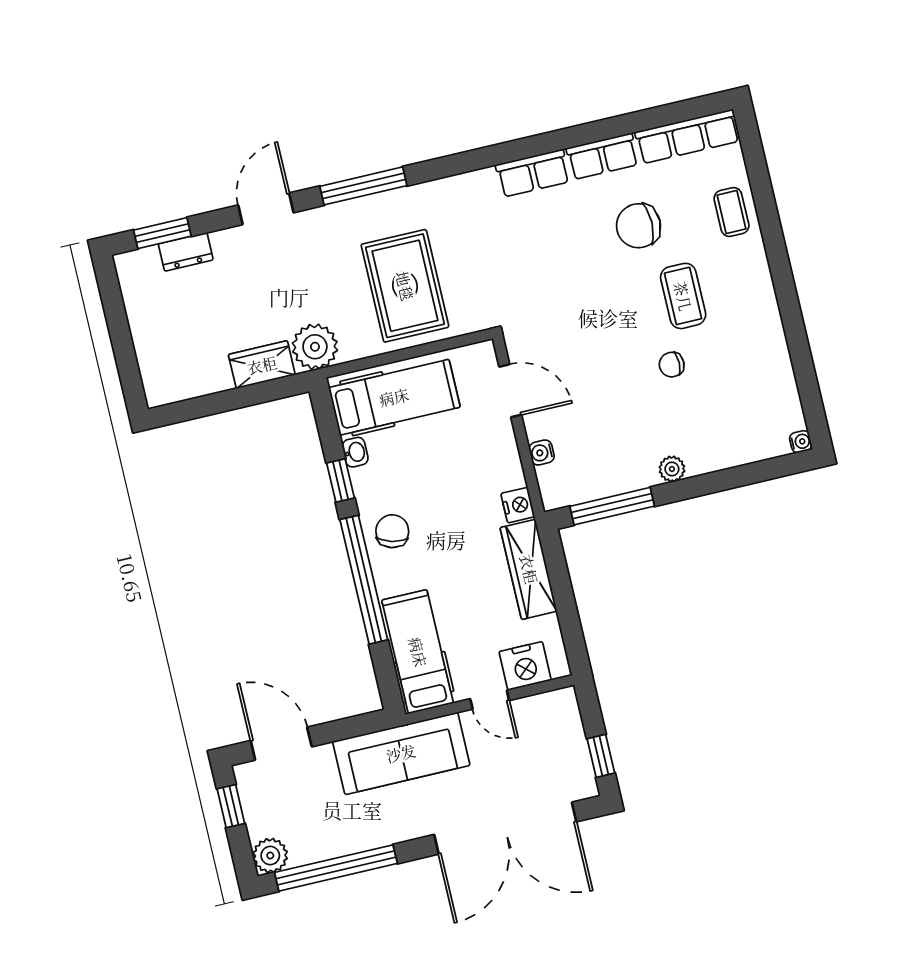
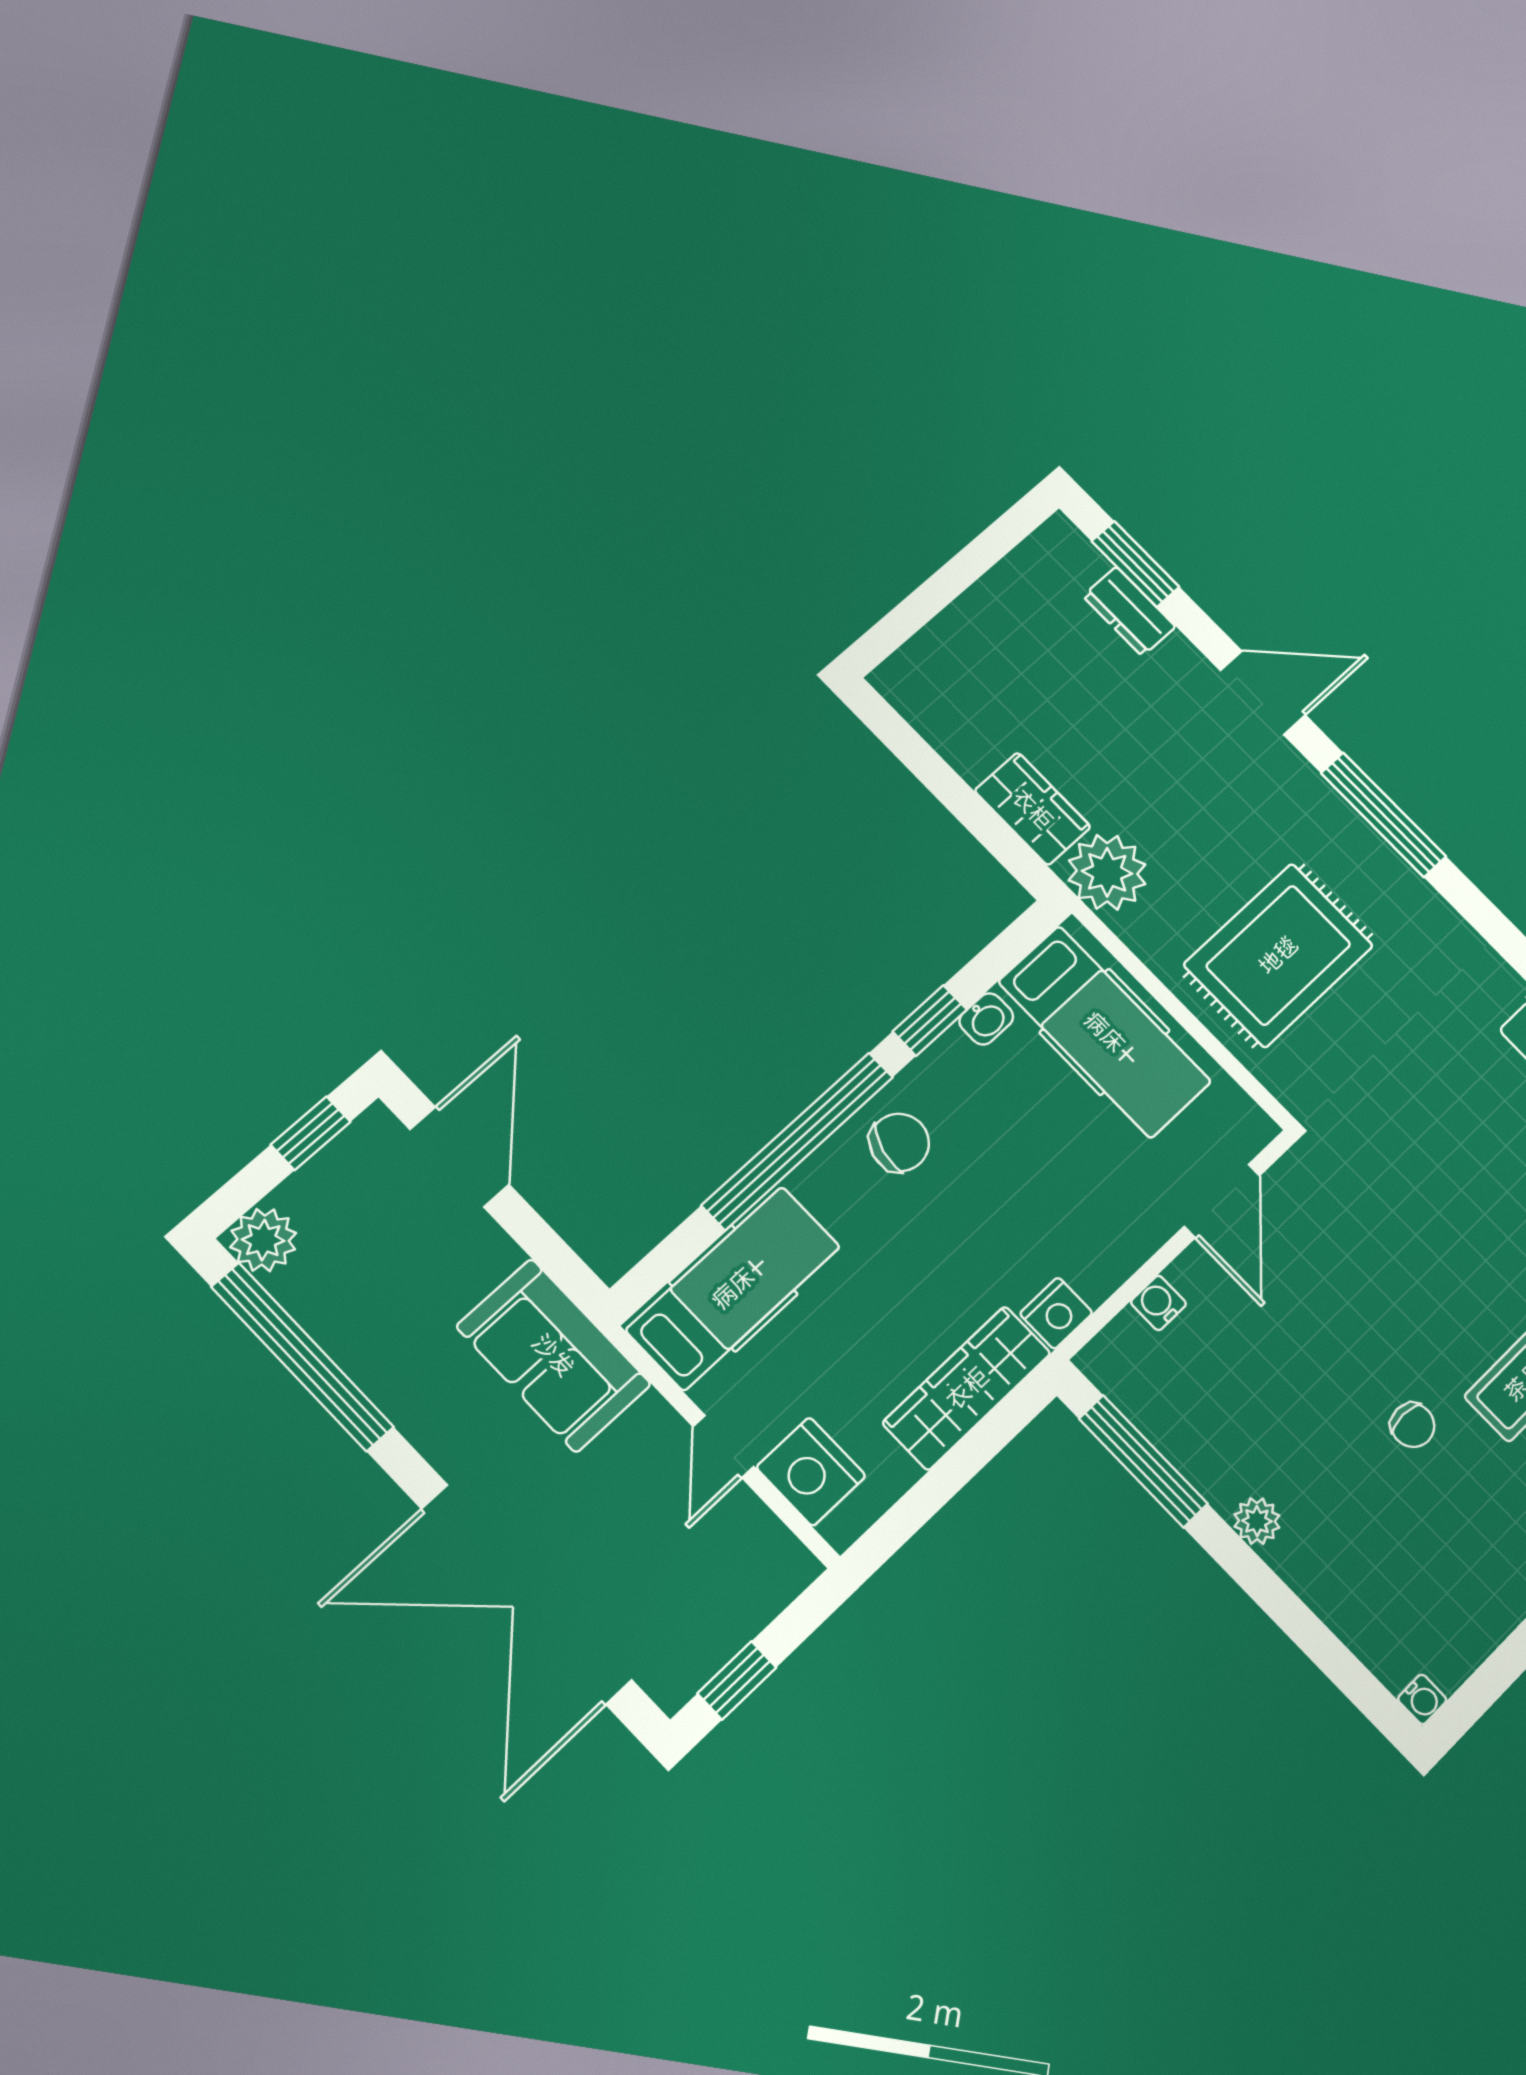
chair: (672, 365) -> (1413, 1425), turned 180
sofa: (401, 753) -> (554, 1355), width x0.73

